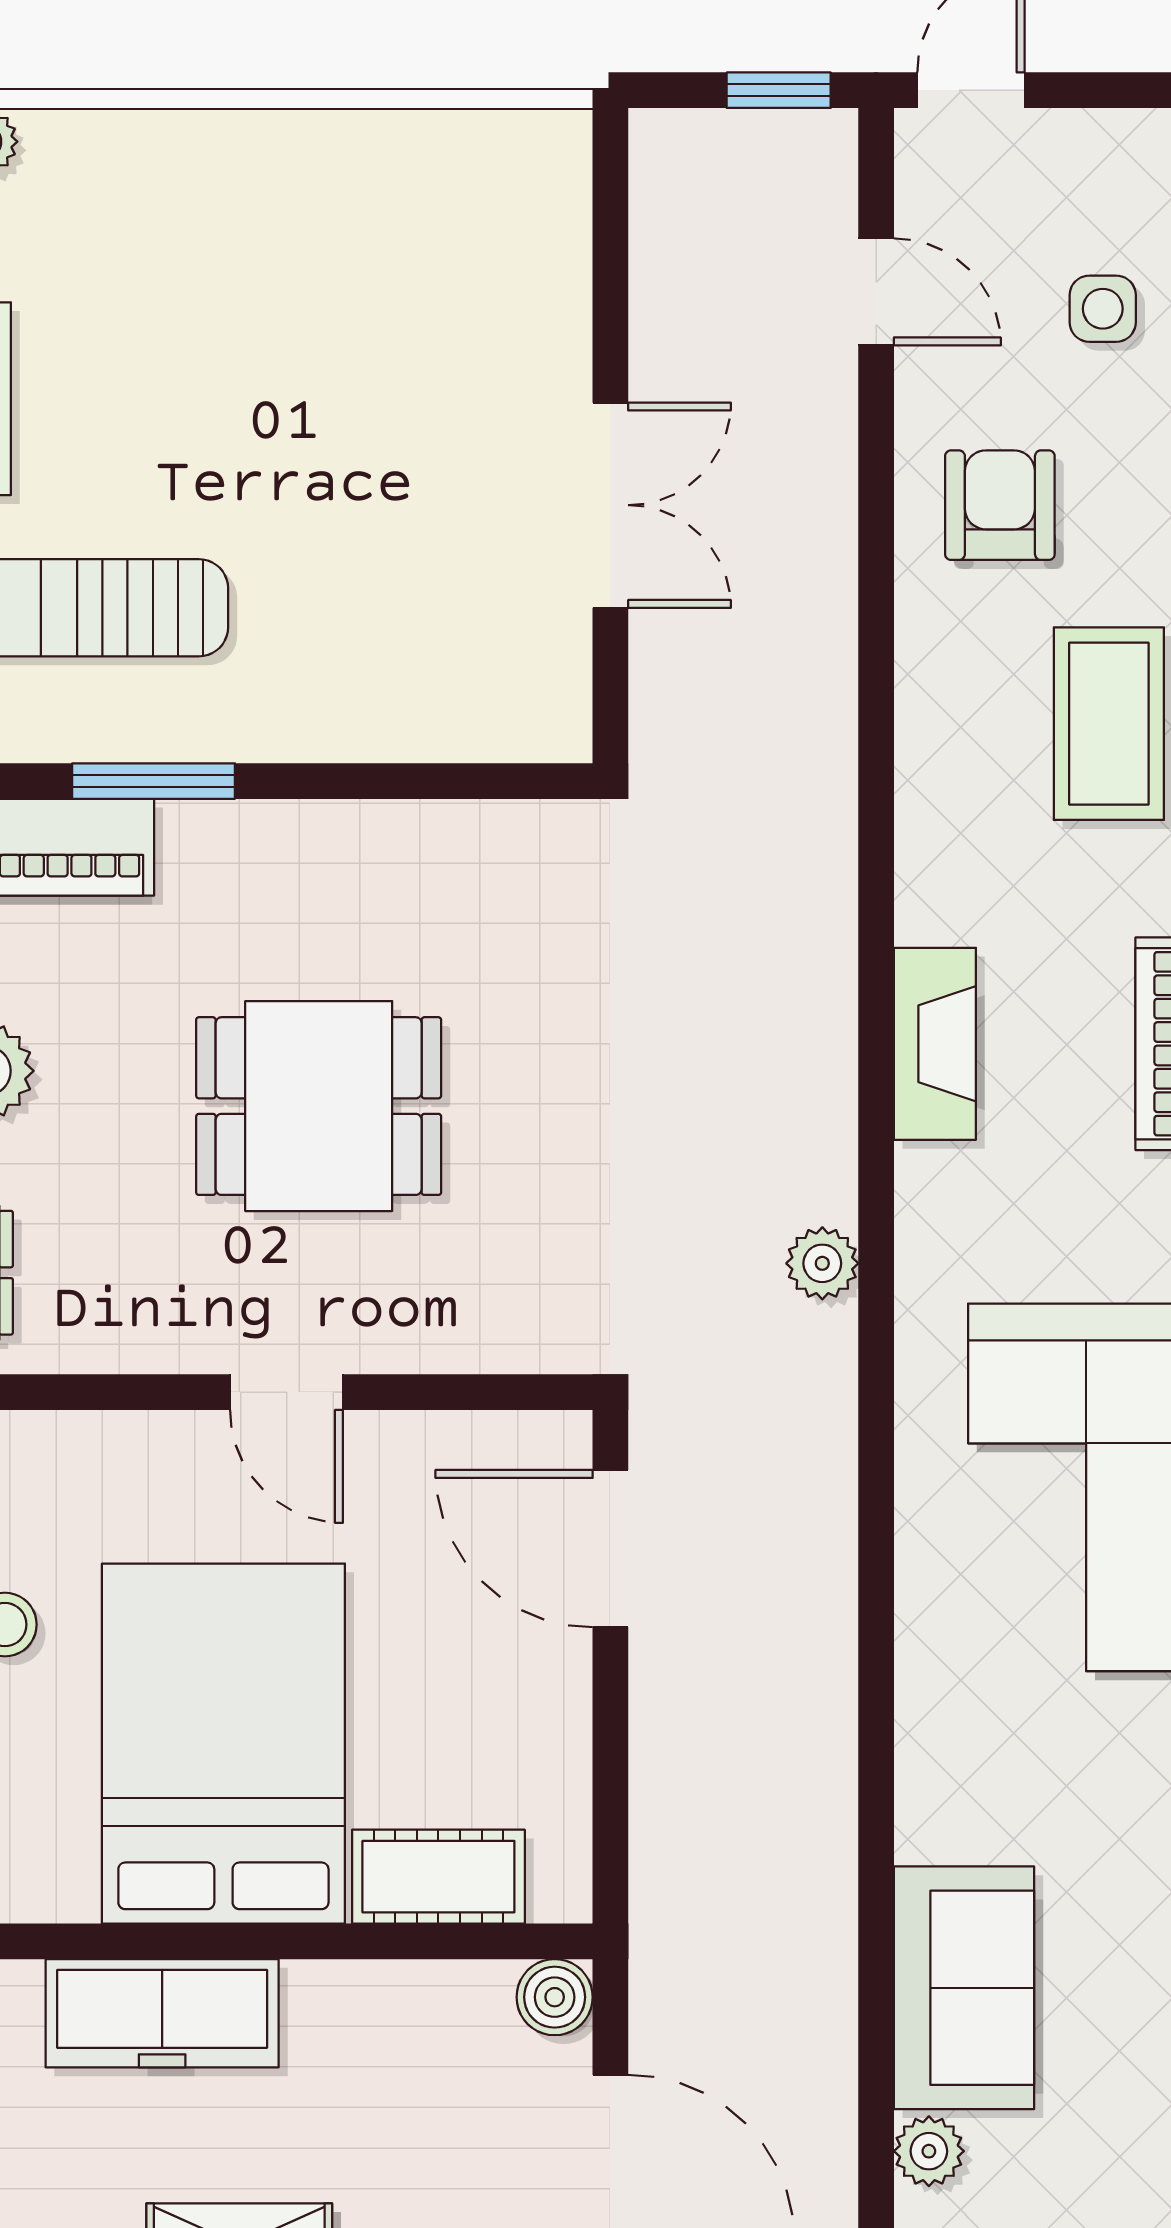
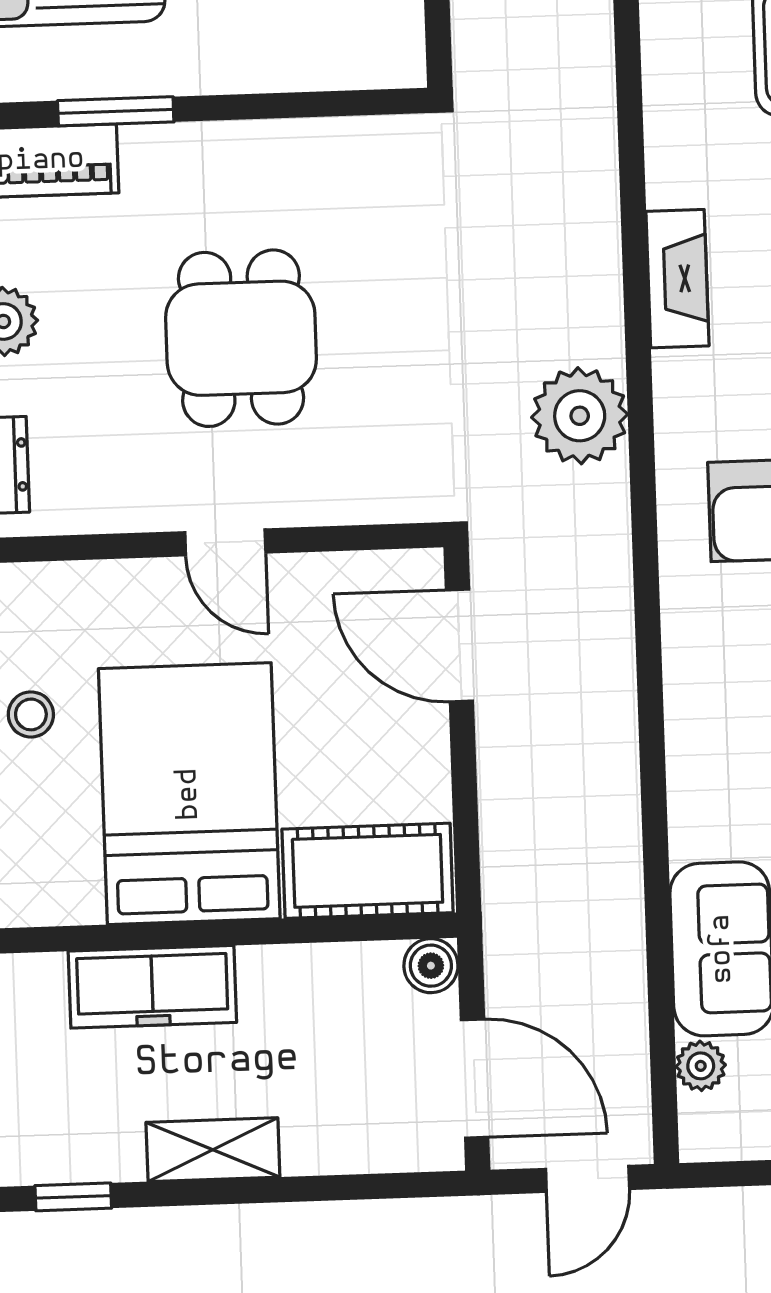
dining table: (319, 1106) -> (241, 338), turned 90
plant: (822, 1263) -> (580, 416), width x1.87, depth x1.87
cot: (438, 1877) -> (368, 871), width x1.37, depth x1.34

